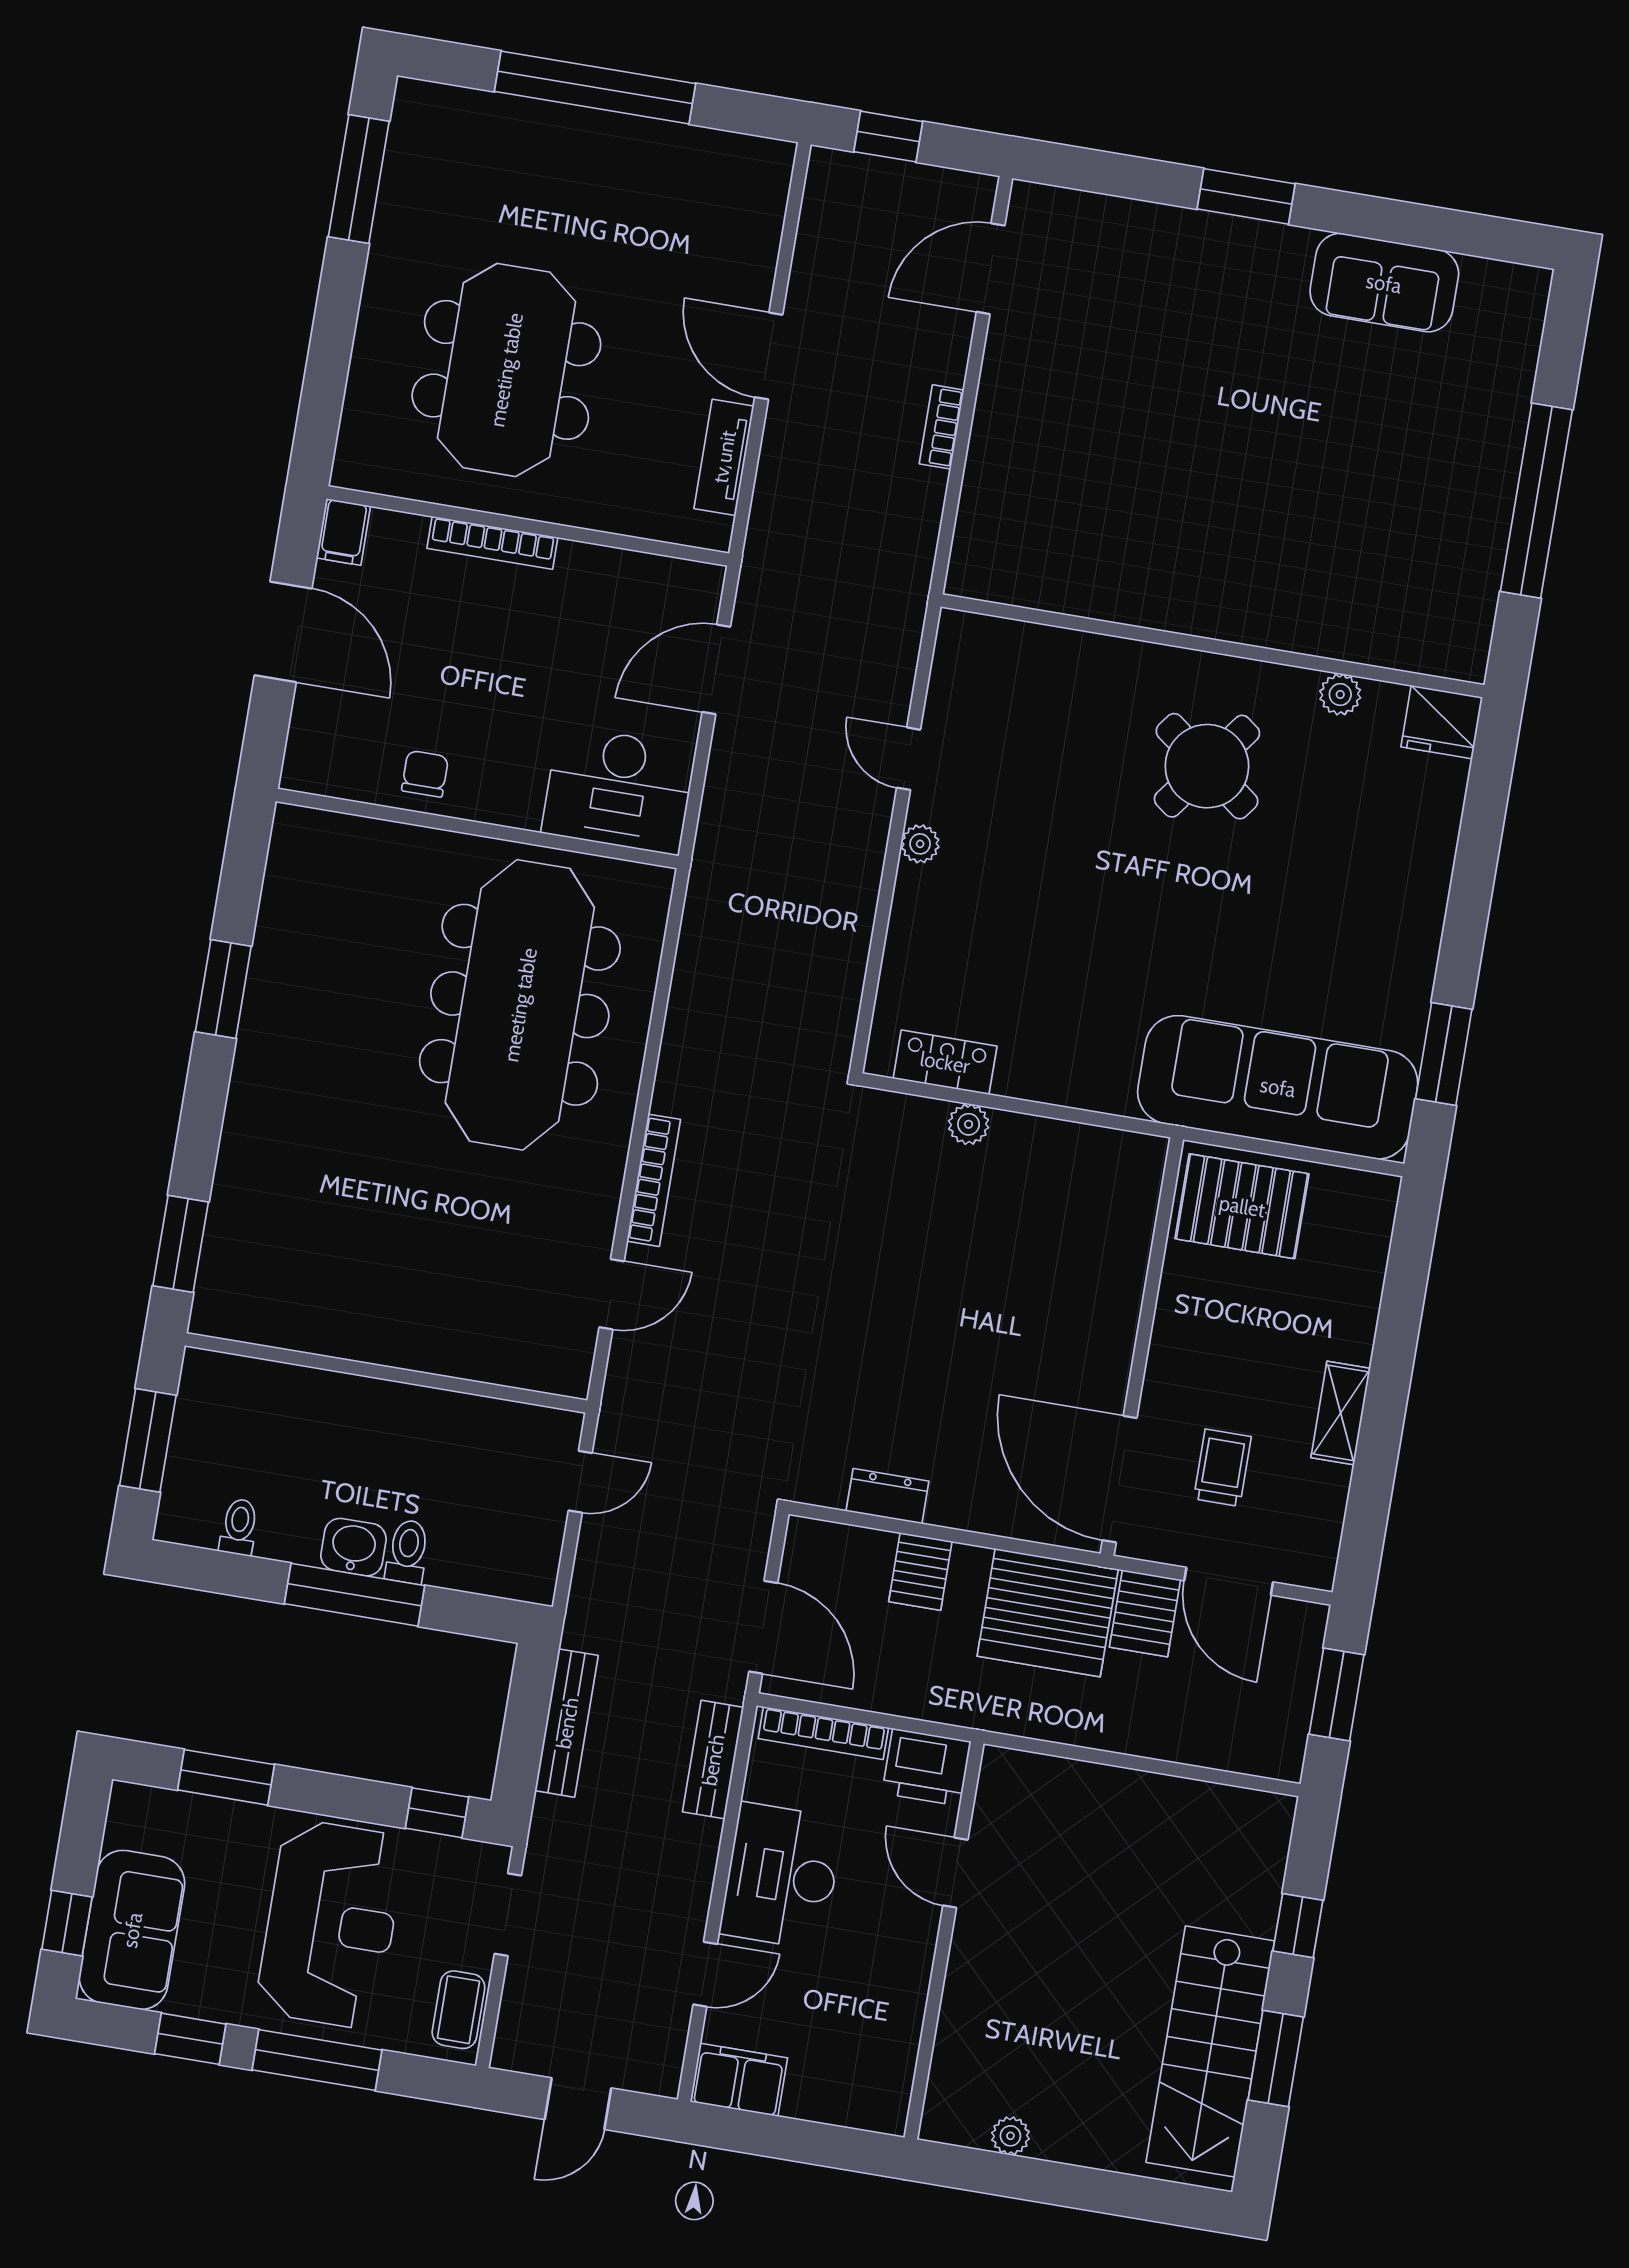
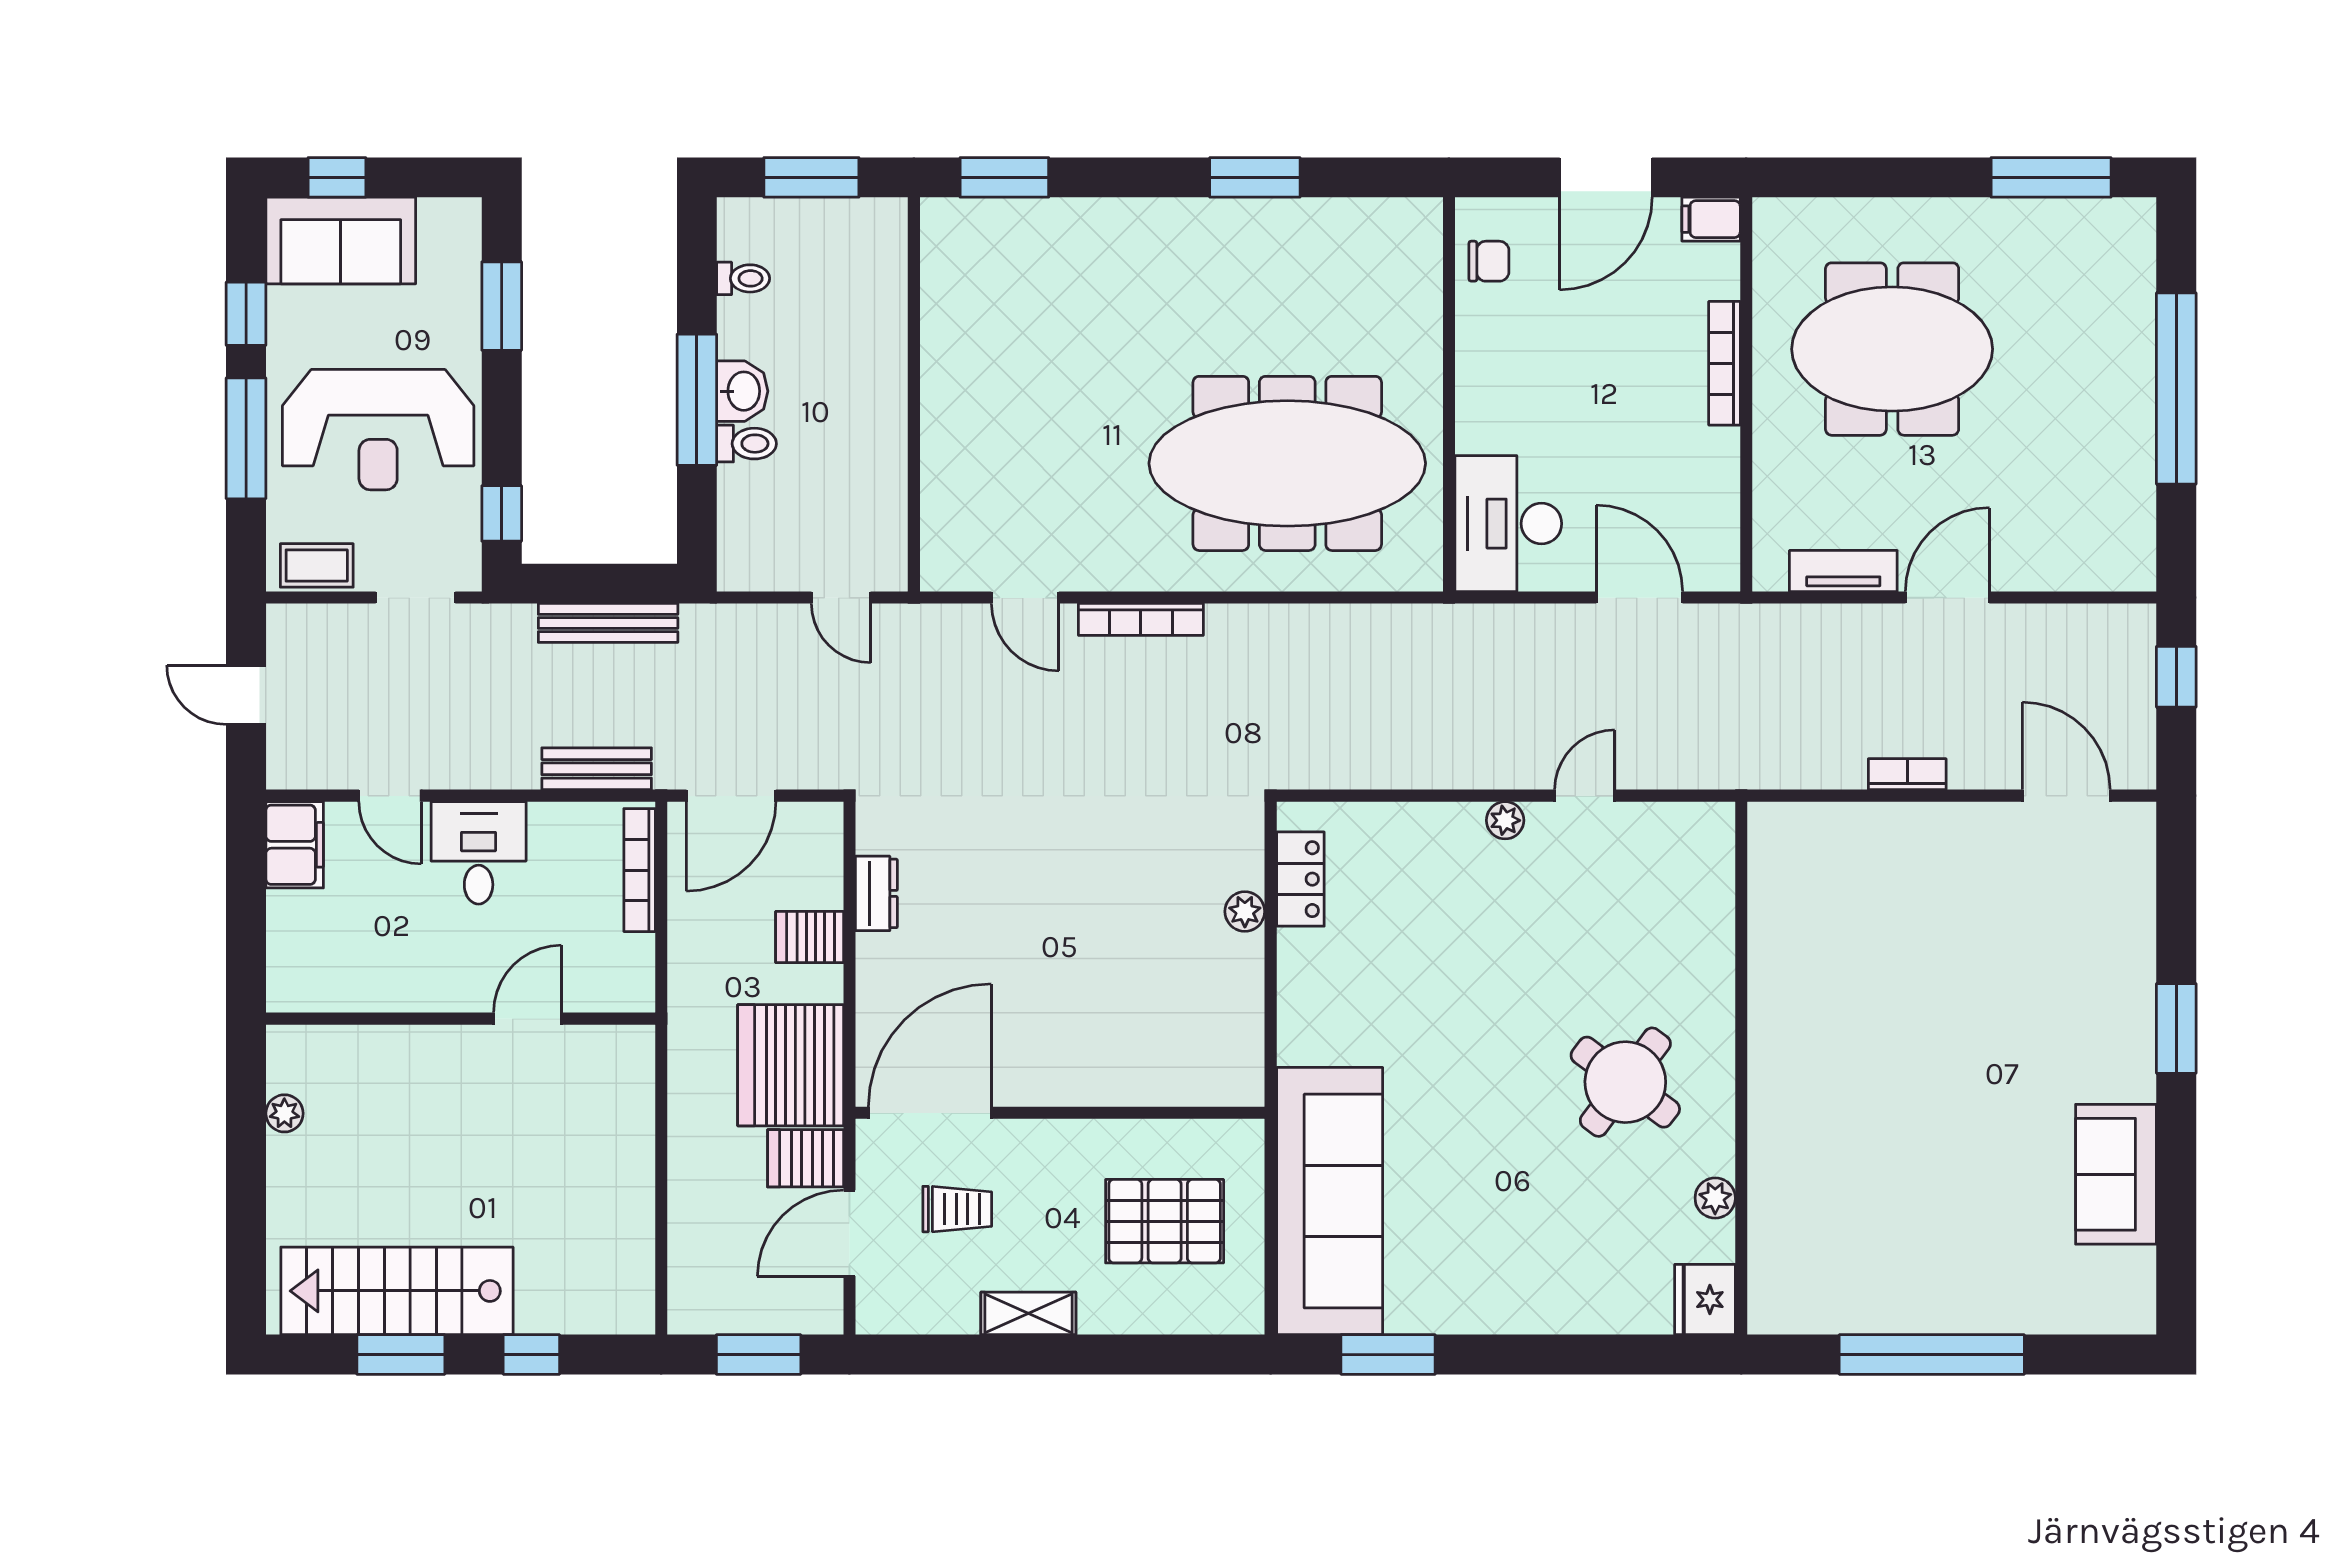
chair: (425, 774) -> (1489, 261), moved
pallet: (1242, 1206) -> (1165, 1221), moved, turned 90
printer: (926, 1767) -> (623, 974), removed
desk: (781, 1876) -> (479, 853), width x0.73

